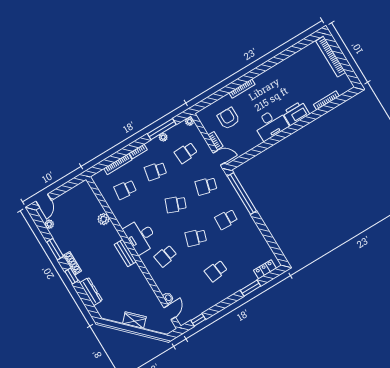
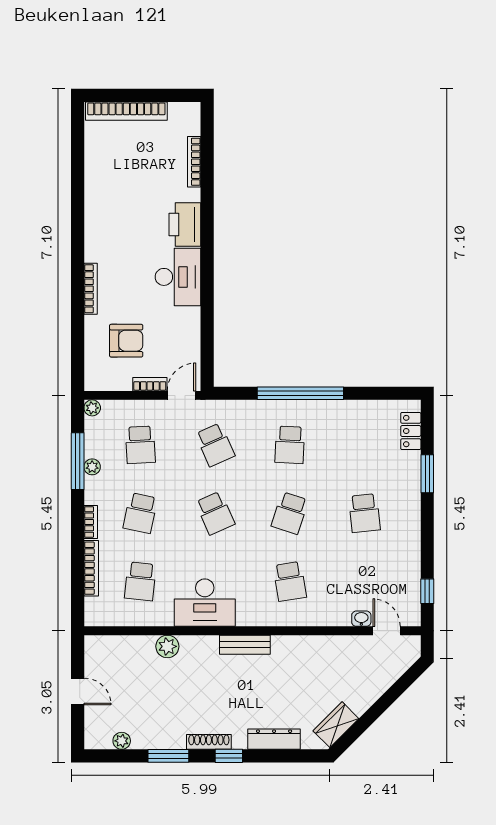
armchair: (228, 118) -> (126, 341), turned 180
school desk: (206, 186) -> (215, 445), turned -39
window: (242, 193) -> (300, 393), moved
door: (44, 201) -> (78, 692), moved
school desk: (176, 204) -> (215, 513), turned -45
desk: (141, 236) -> (205, 603), moved
wardrobe: (134, 320) -> (336, 725), moved

